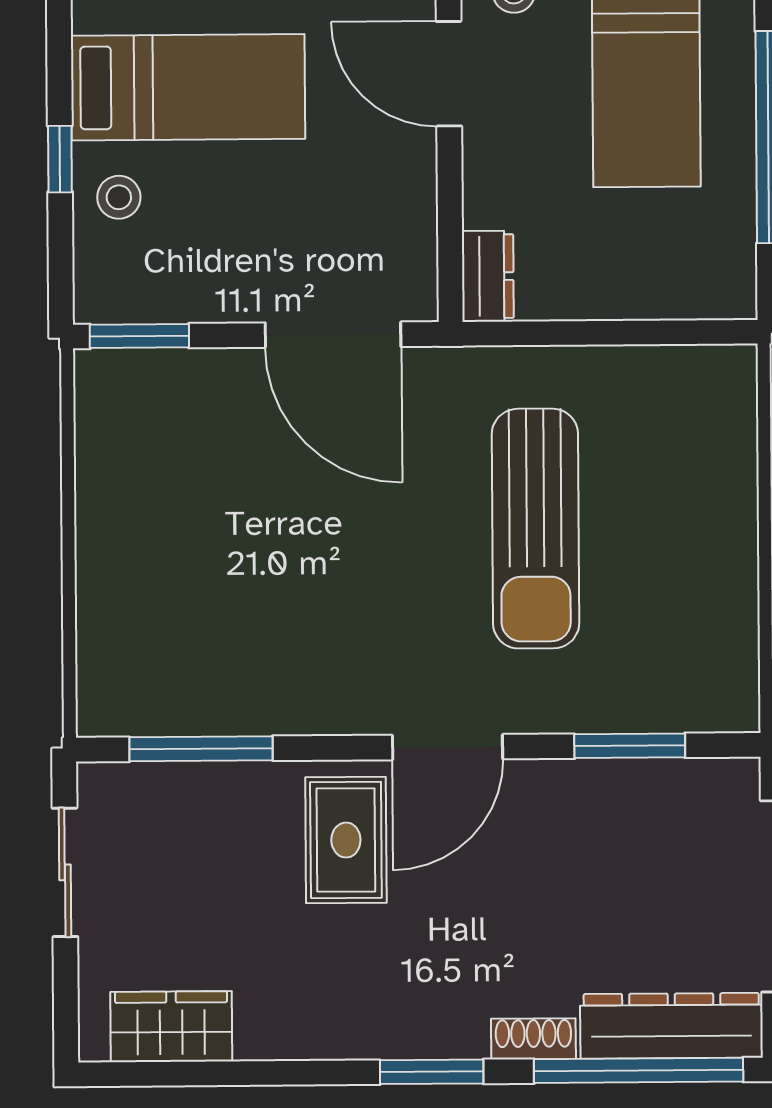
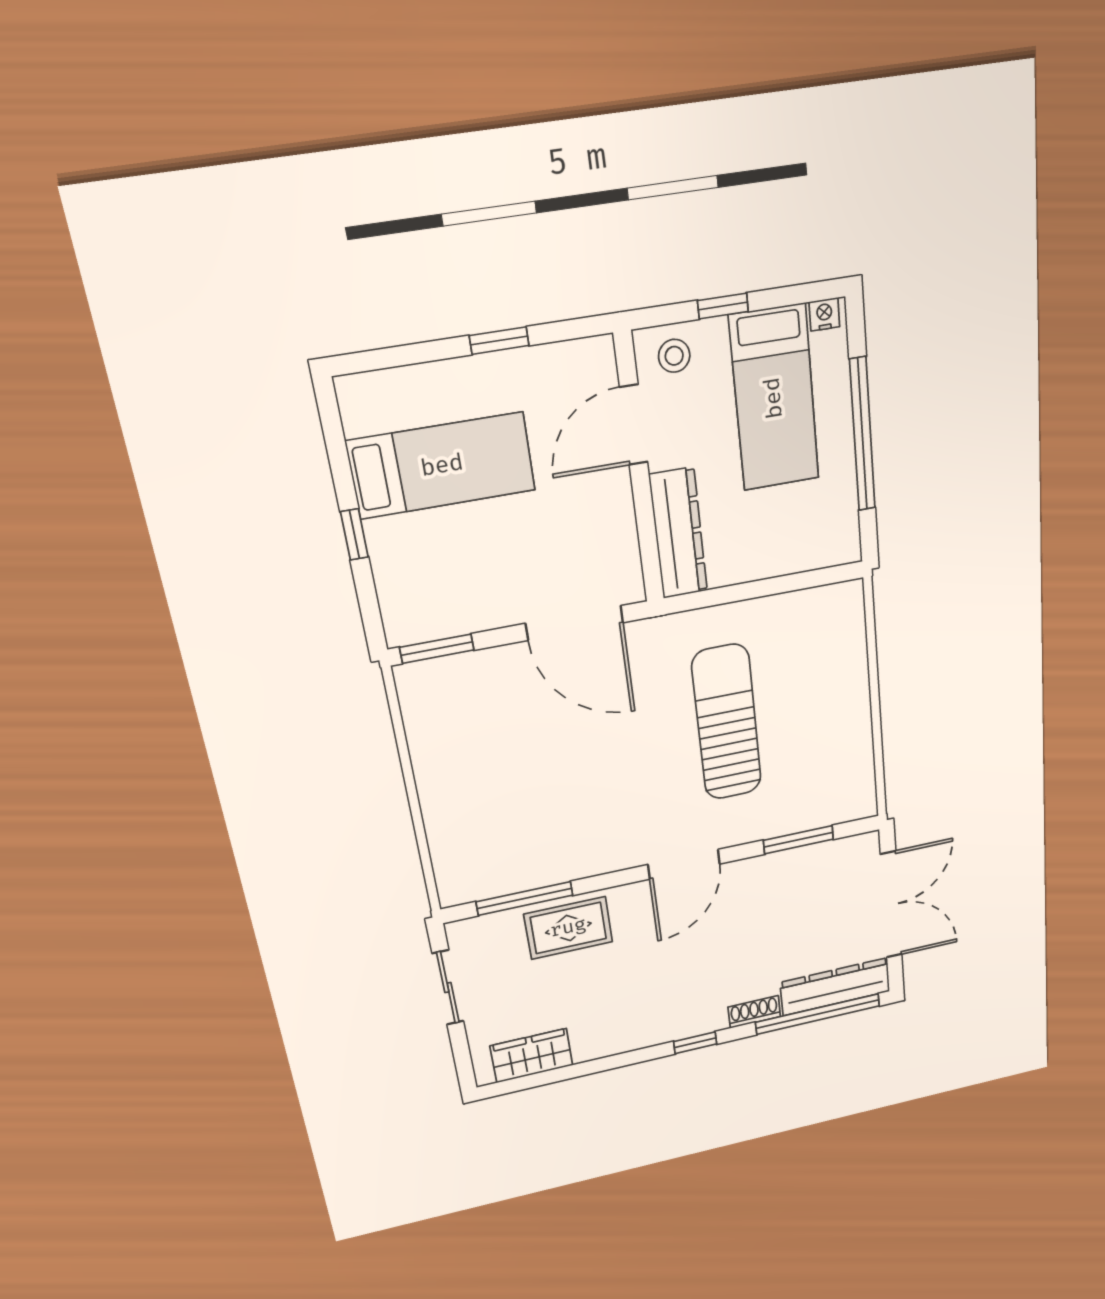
door: (449, 74) -> (634, 425), hinge flipped
stool: (119, 197) -> (404, 555), removed
dresser: (488, 276) -> (678, 533), width x1.96, depth x1.24
sun lounger: (536, 529) -> (727, 723), turned 180
rug: (346, 840) -> (568, 928), moved, turned 90
window: (432, 1072) -> (695, 1043), width x0.67

